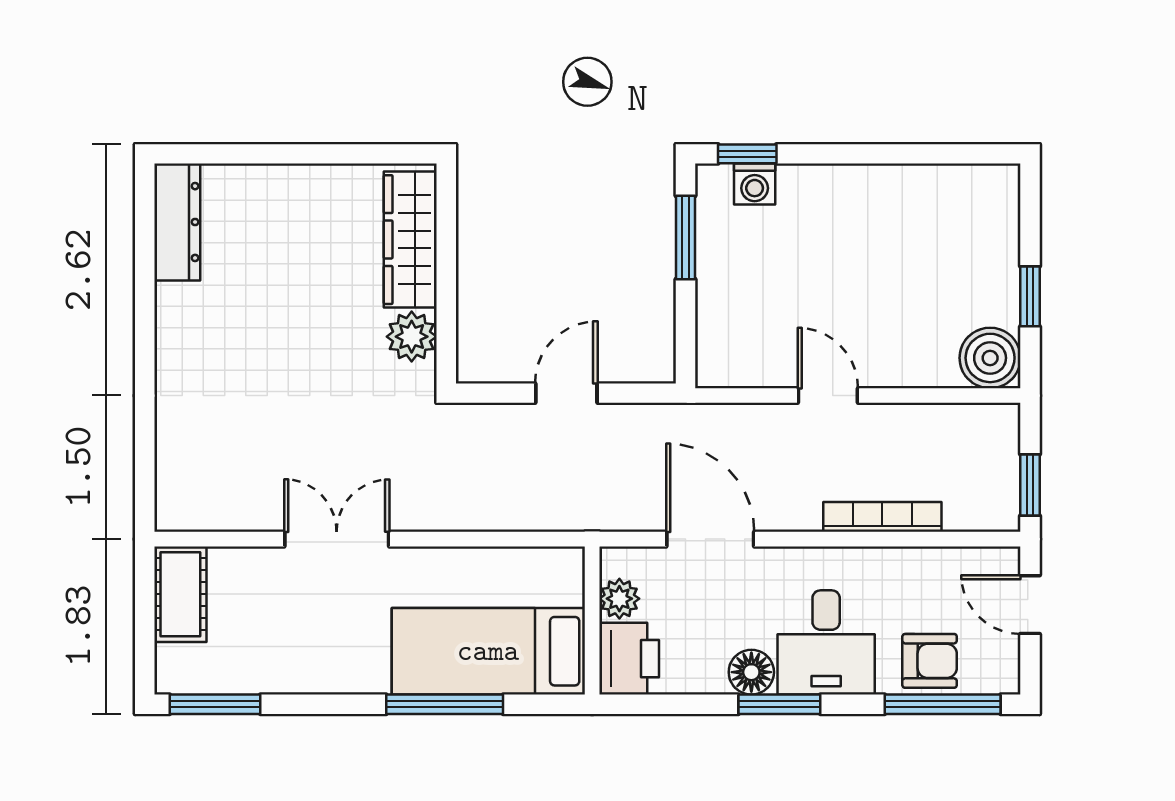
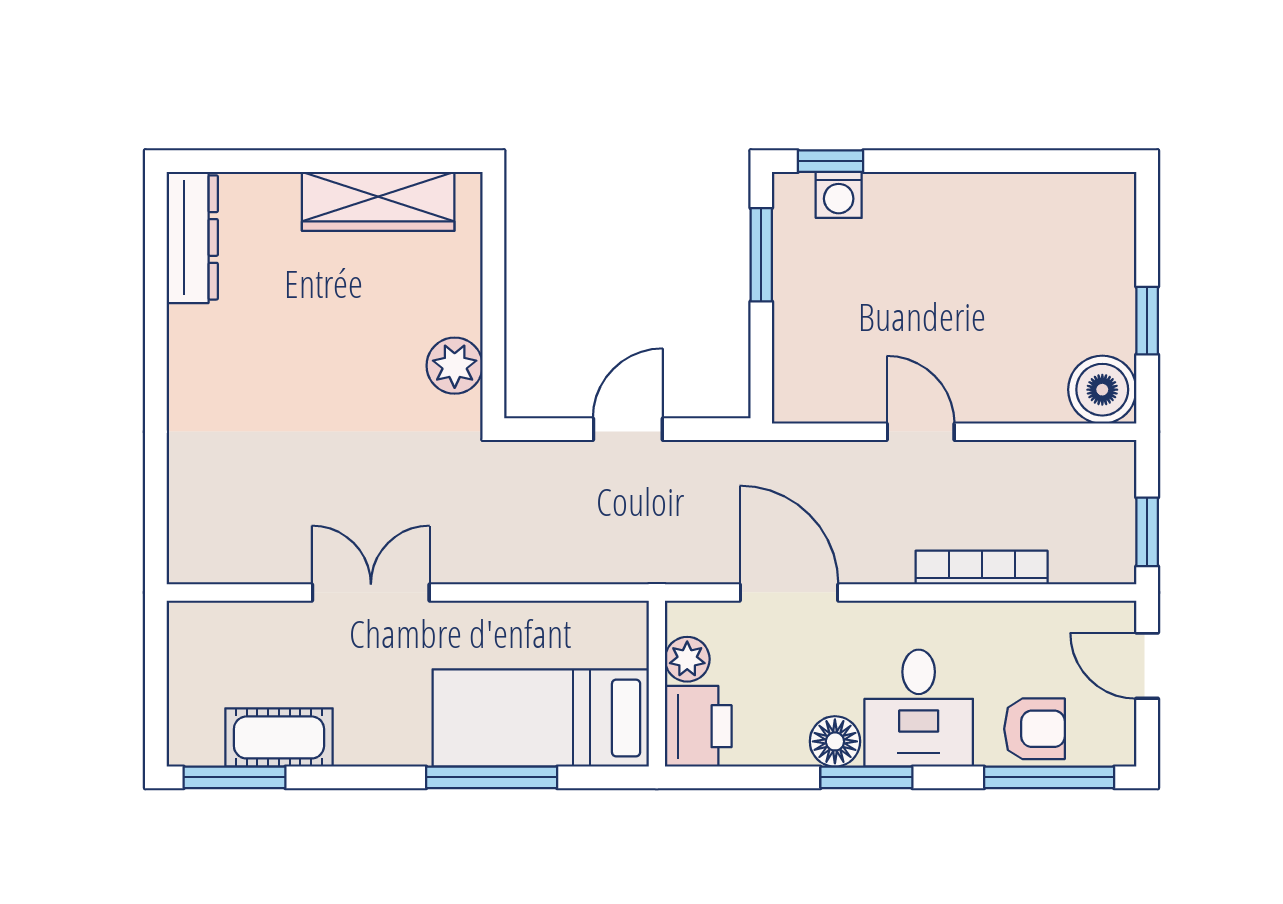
wardrobe: (410, 240) -> (378, 201), moved, turned -90
cot: (180, 594) -> (279, 737), moved, turned 90

